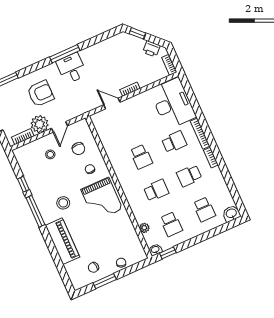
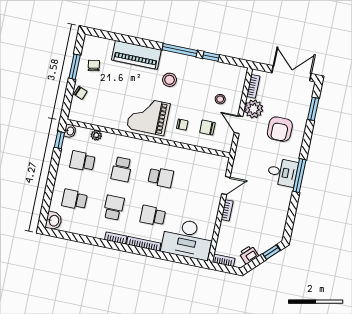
school desk: (174, 142) -> (153, 216), turned 90
school desk: (141, 157) -> (161, 177), turned 180

